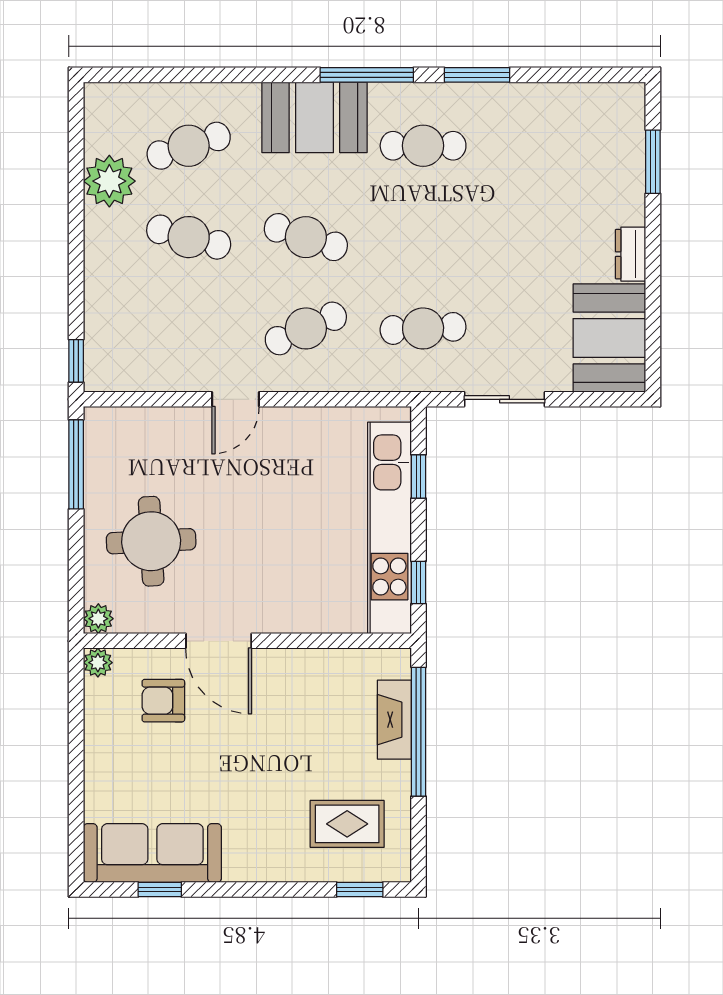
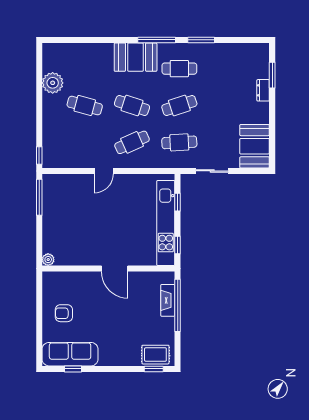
cafe table: (189, 146) -> (179, 105), moved
dresser: (630, 254) -> (263, 90), moved
round table: (151, 541) -> (70, 228), removed
door: (219, 641) -> (115, 269), moved
plant: (98, 663) -> (48, 277), removed
armchair: (163, 701) -> (64, 313), moved
rug: (347, 824) -> (155, 355), moved

